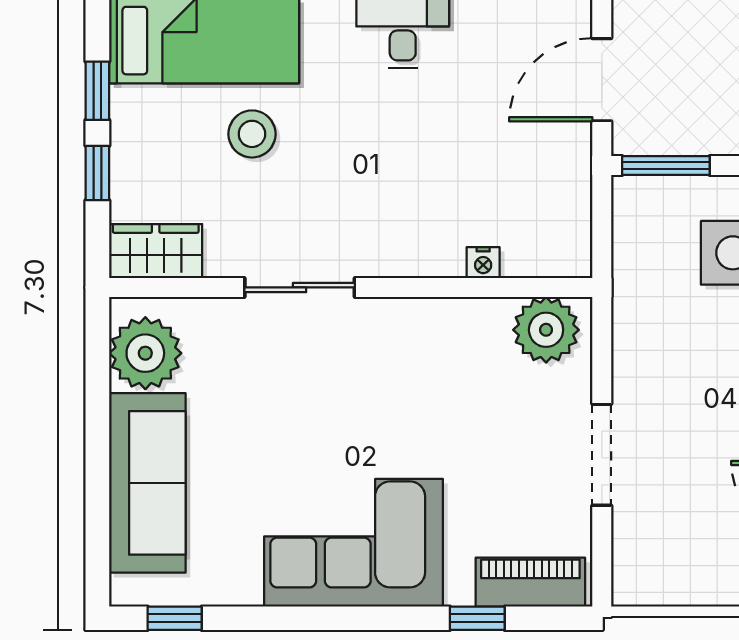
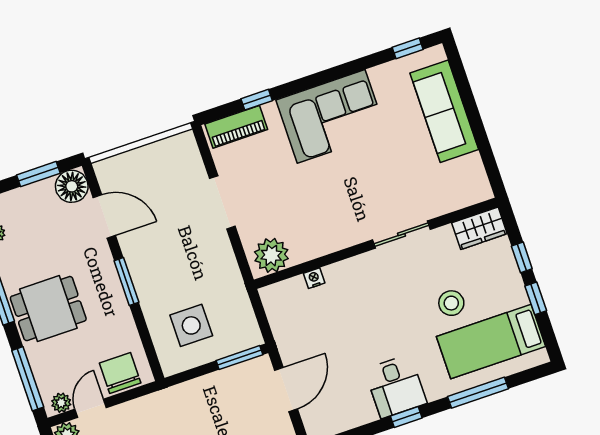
plant: (145, 353) -> (467, 176), removed

